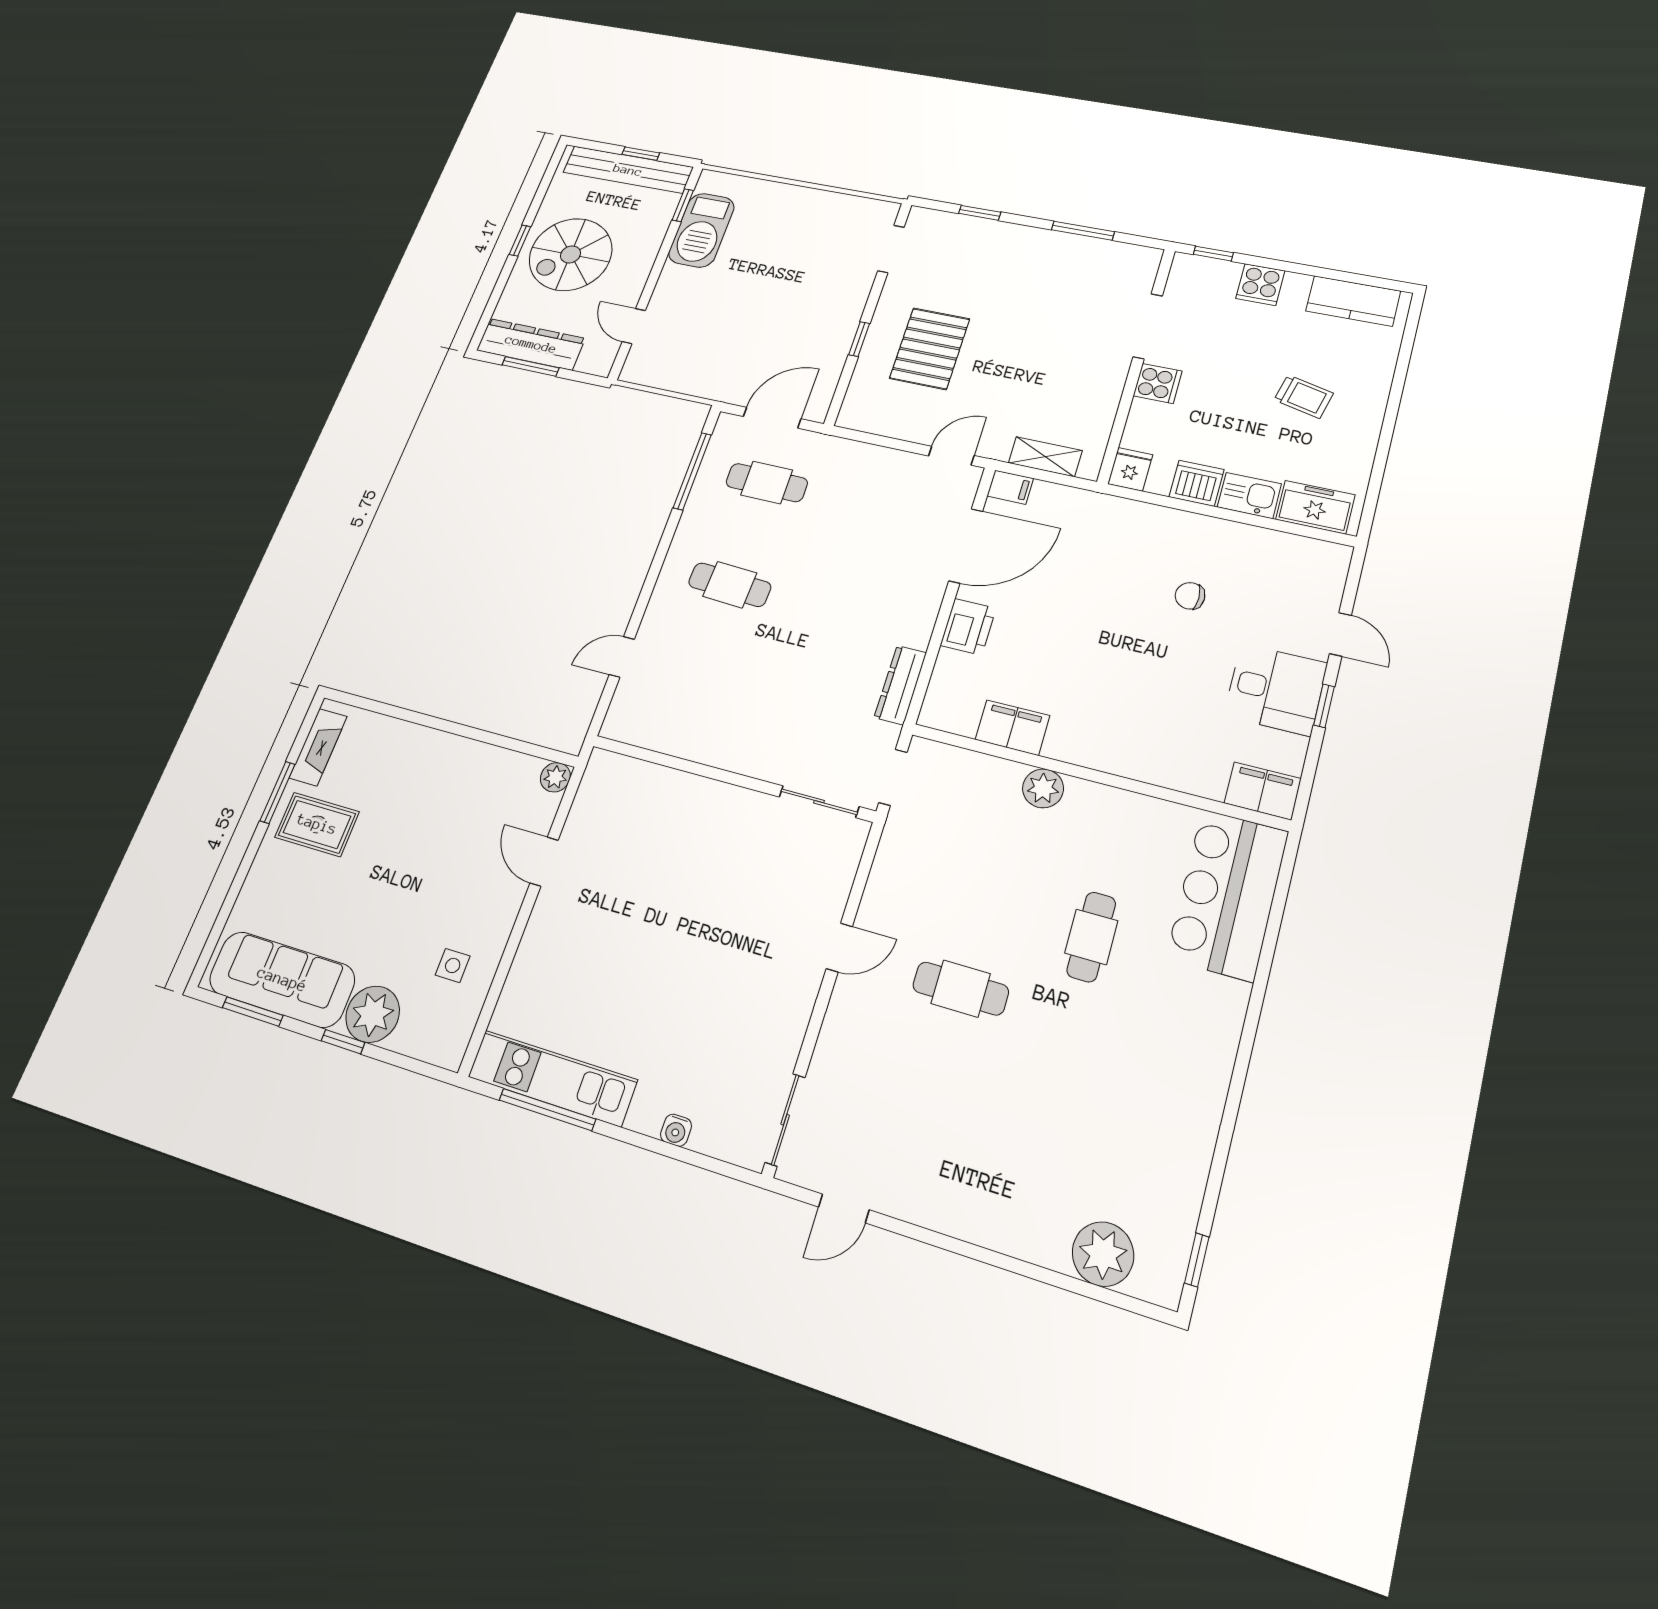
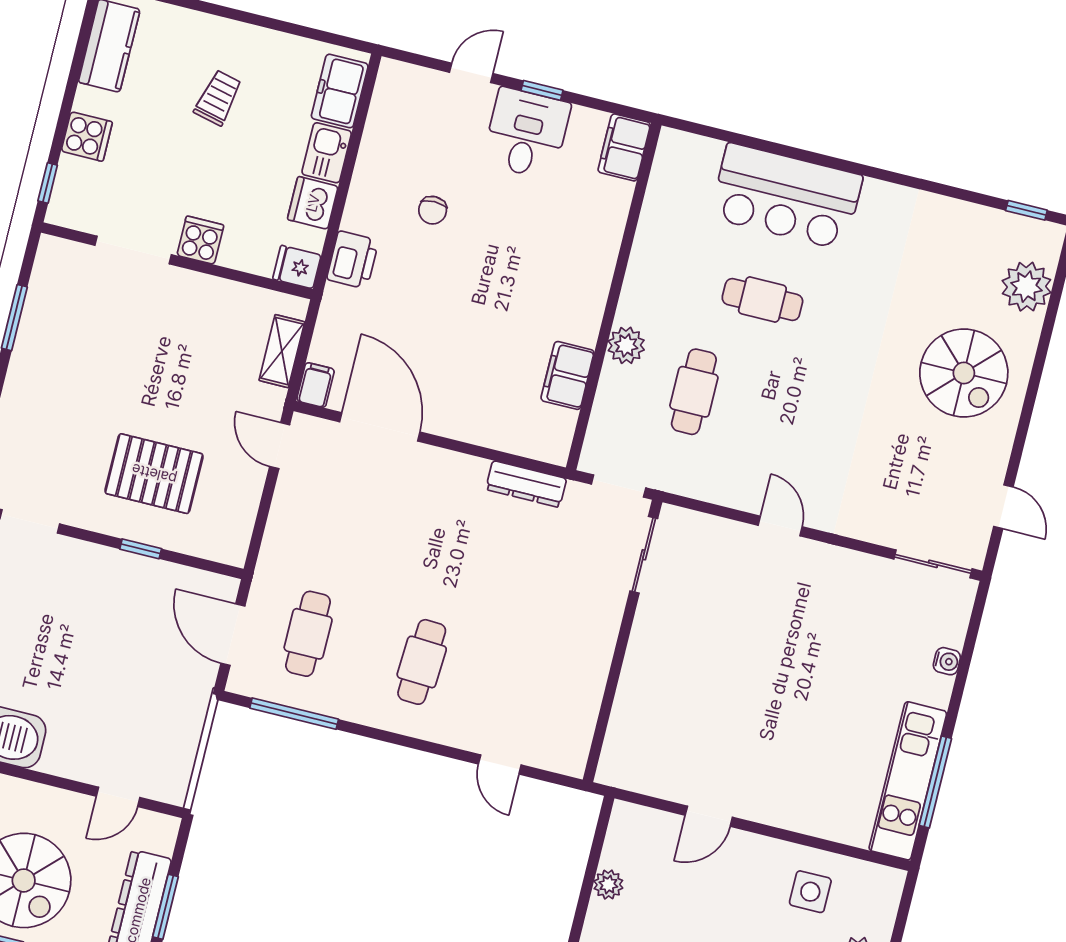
printer: (968, 627) -> (353, 260), moved, turned 90
plant: (555, 777) -> (608, 885), moved
bar counter: (1228, 894) -> (786, 196), moved
side table: (453, 965) -> (810, 892), width x1.37, depth x1.37
cafe table: (961, 989) -> (694, 392), moved
spiral stairs: (1001, 1169) -> (964, 373), added

